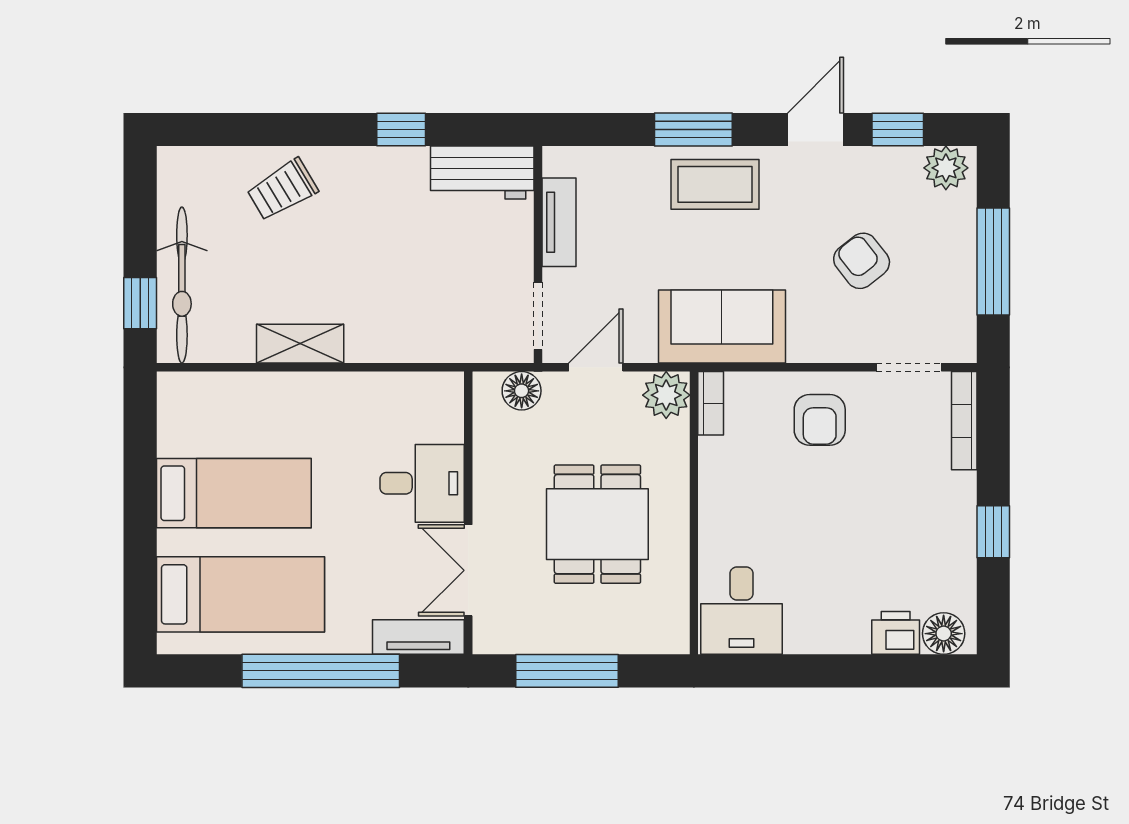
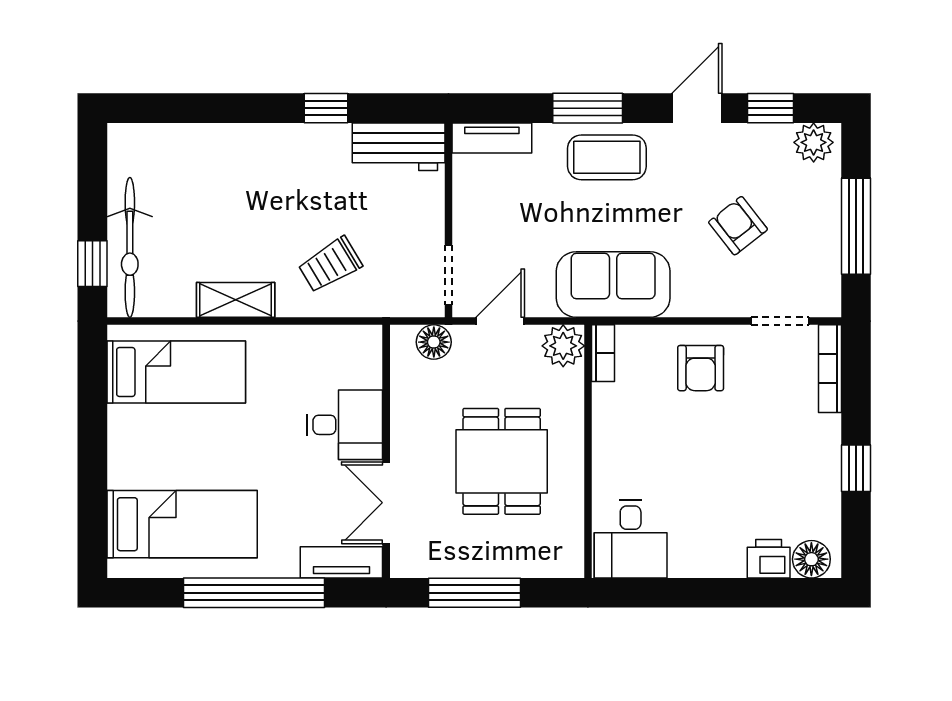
trolley: (282, 190) -> (330, 265), moved
tv unit: (559, 222) -> (492, 138), moved, turned 90
bed: (234, 493) -> (176, 372), moved

